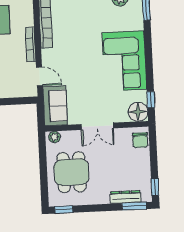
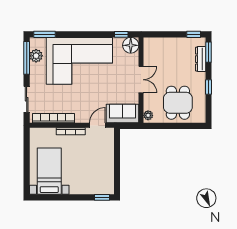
corner sofa: (124, 61) -> (79, 61), width x1.36, depth x1.36
chair: (140, 140) -> (154, 45), removed
dining table: (71, 172) -> (178, 103), turned 90
window: (64, 210) -> (209, 87), moved

